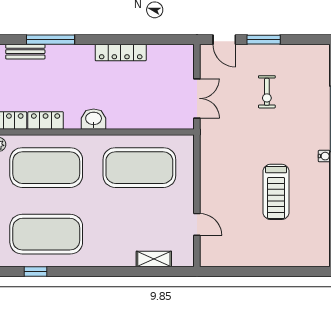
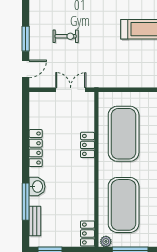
washbasin: (94, 119) -> (37, 187), moved, turned 180
locker: (46, 120) -> (87, 145), moved

